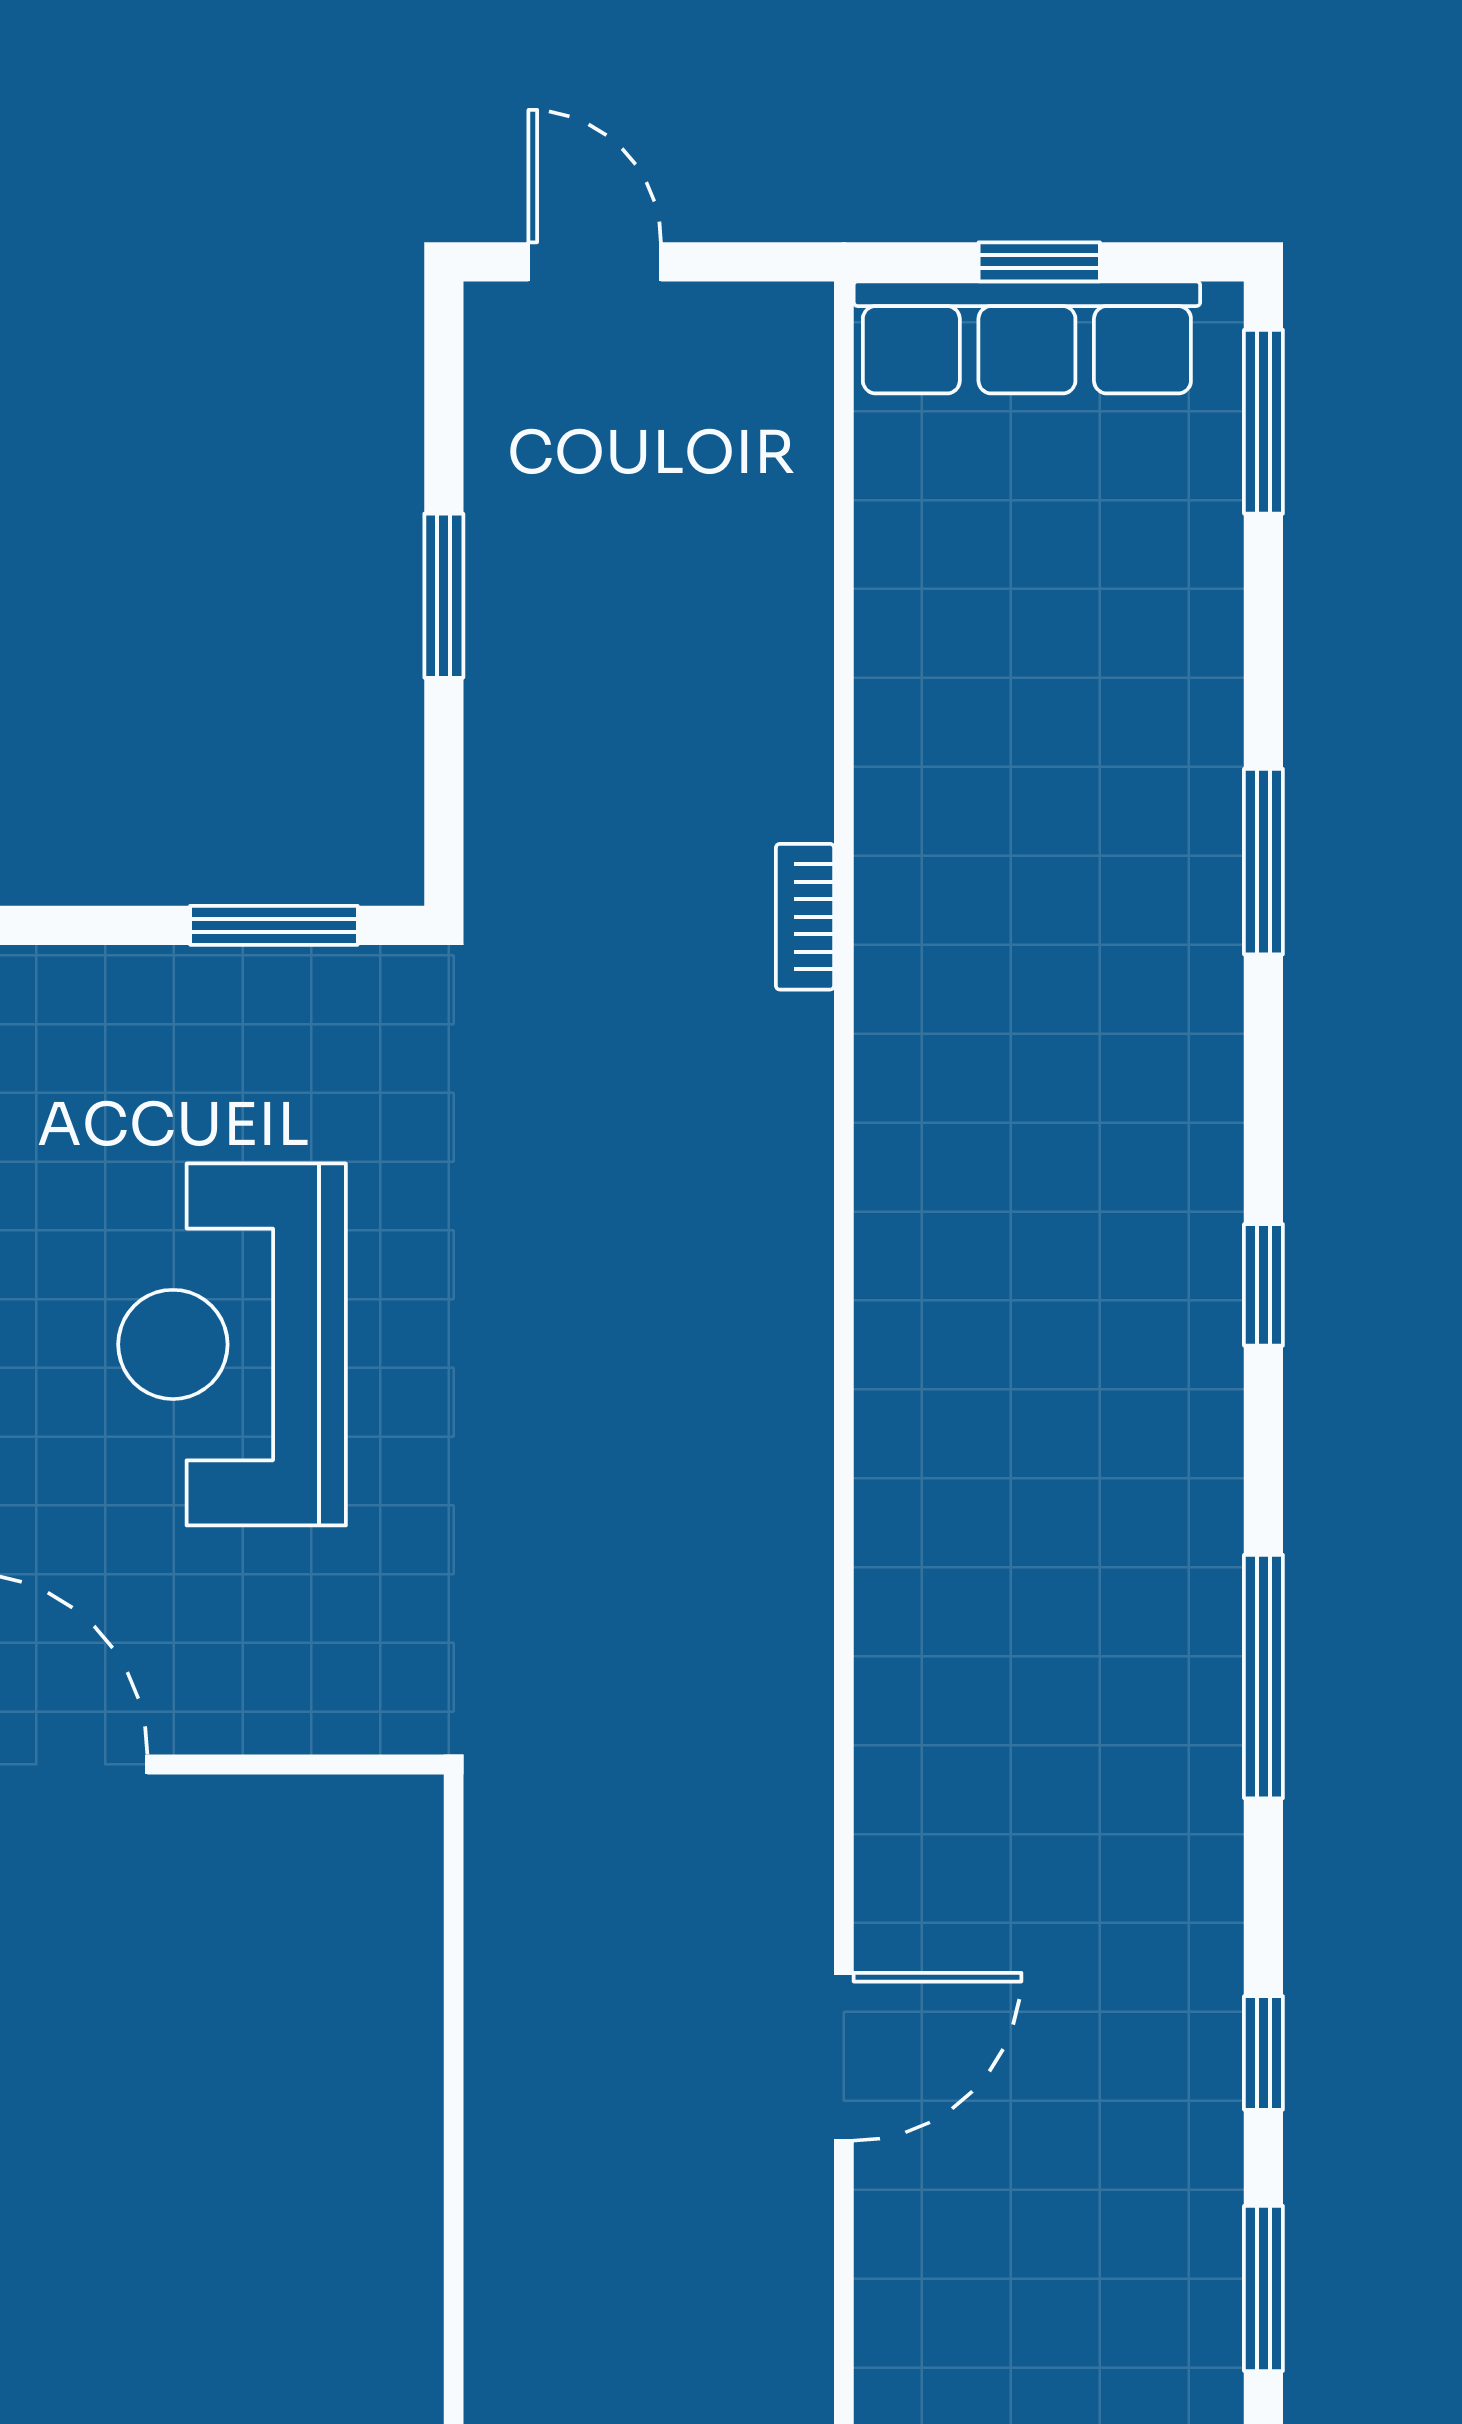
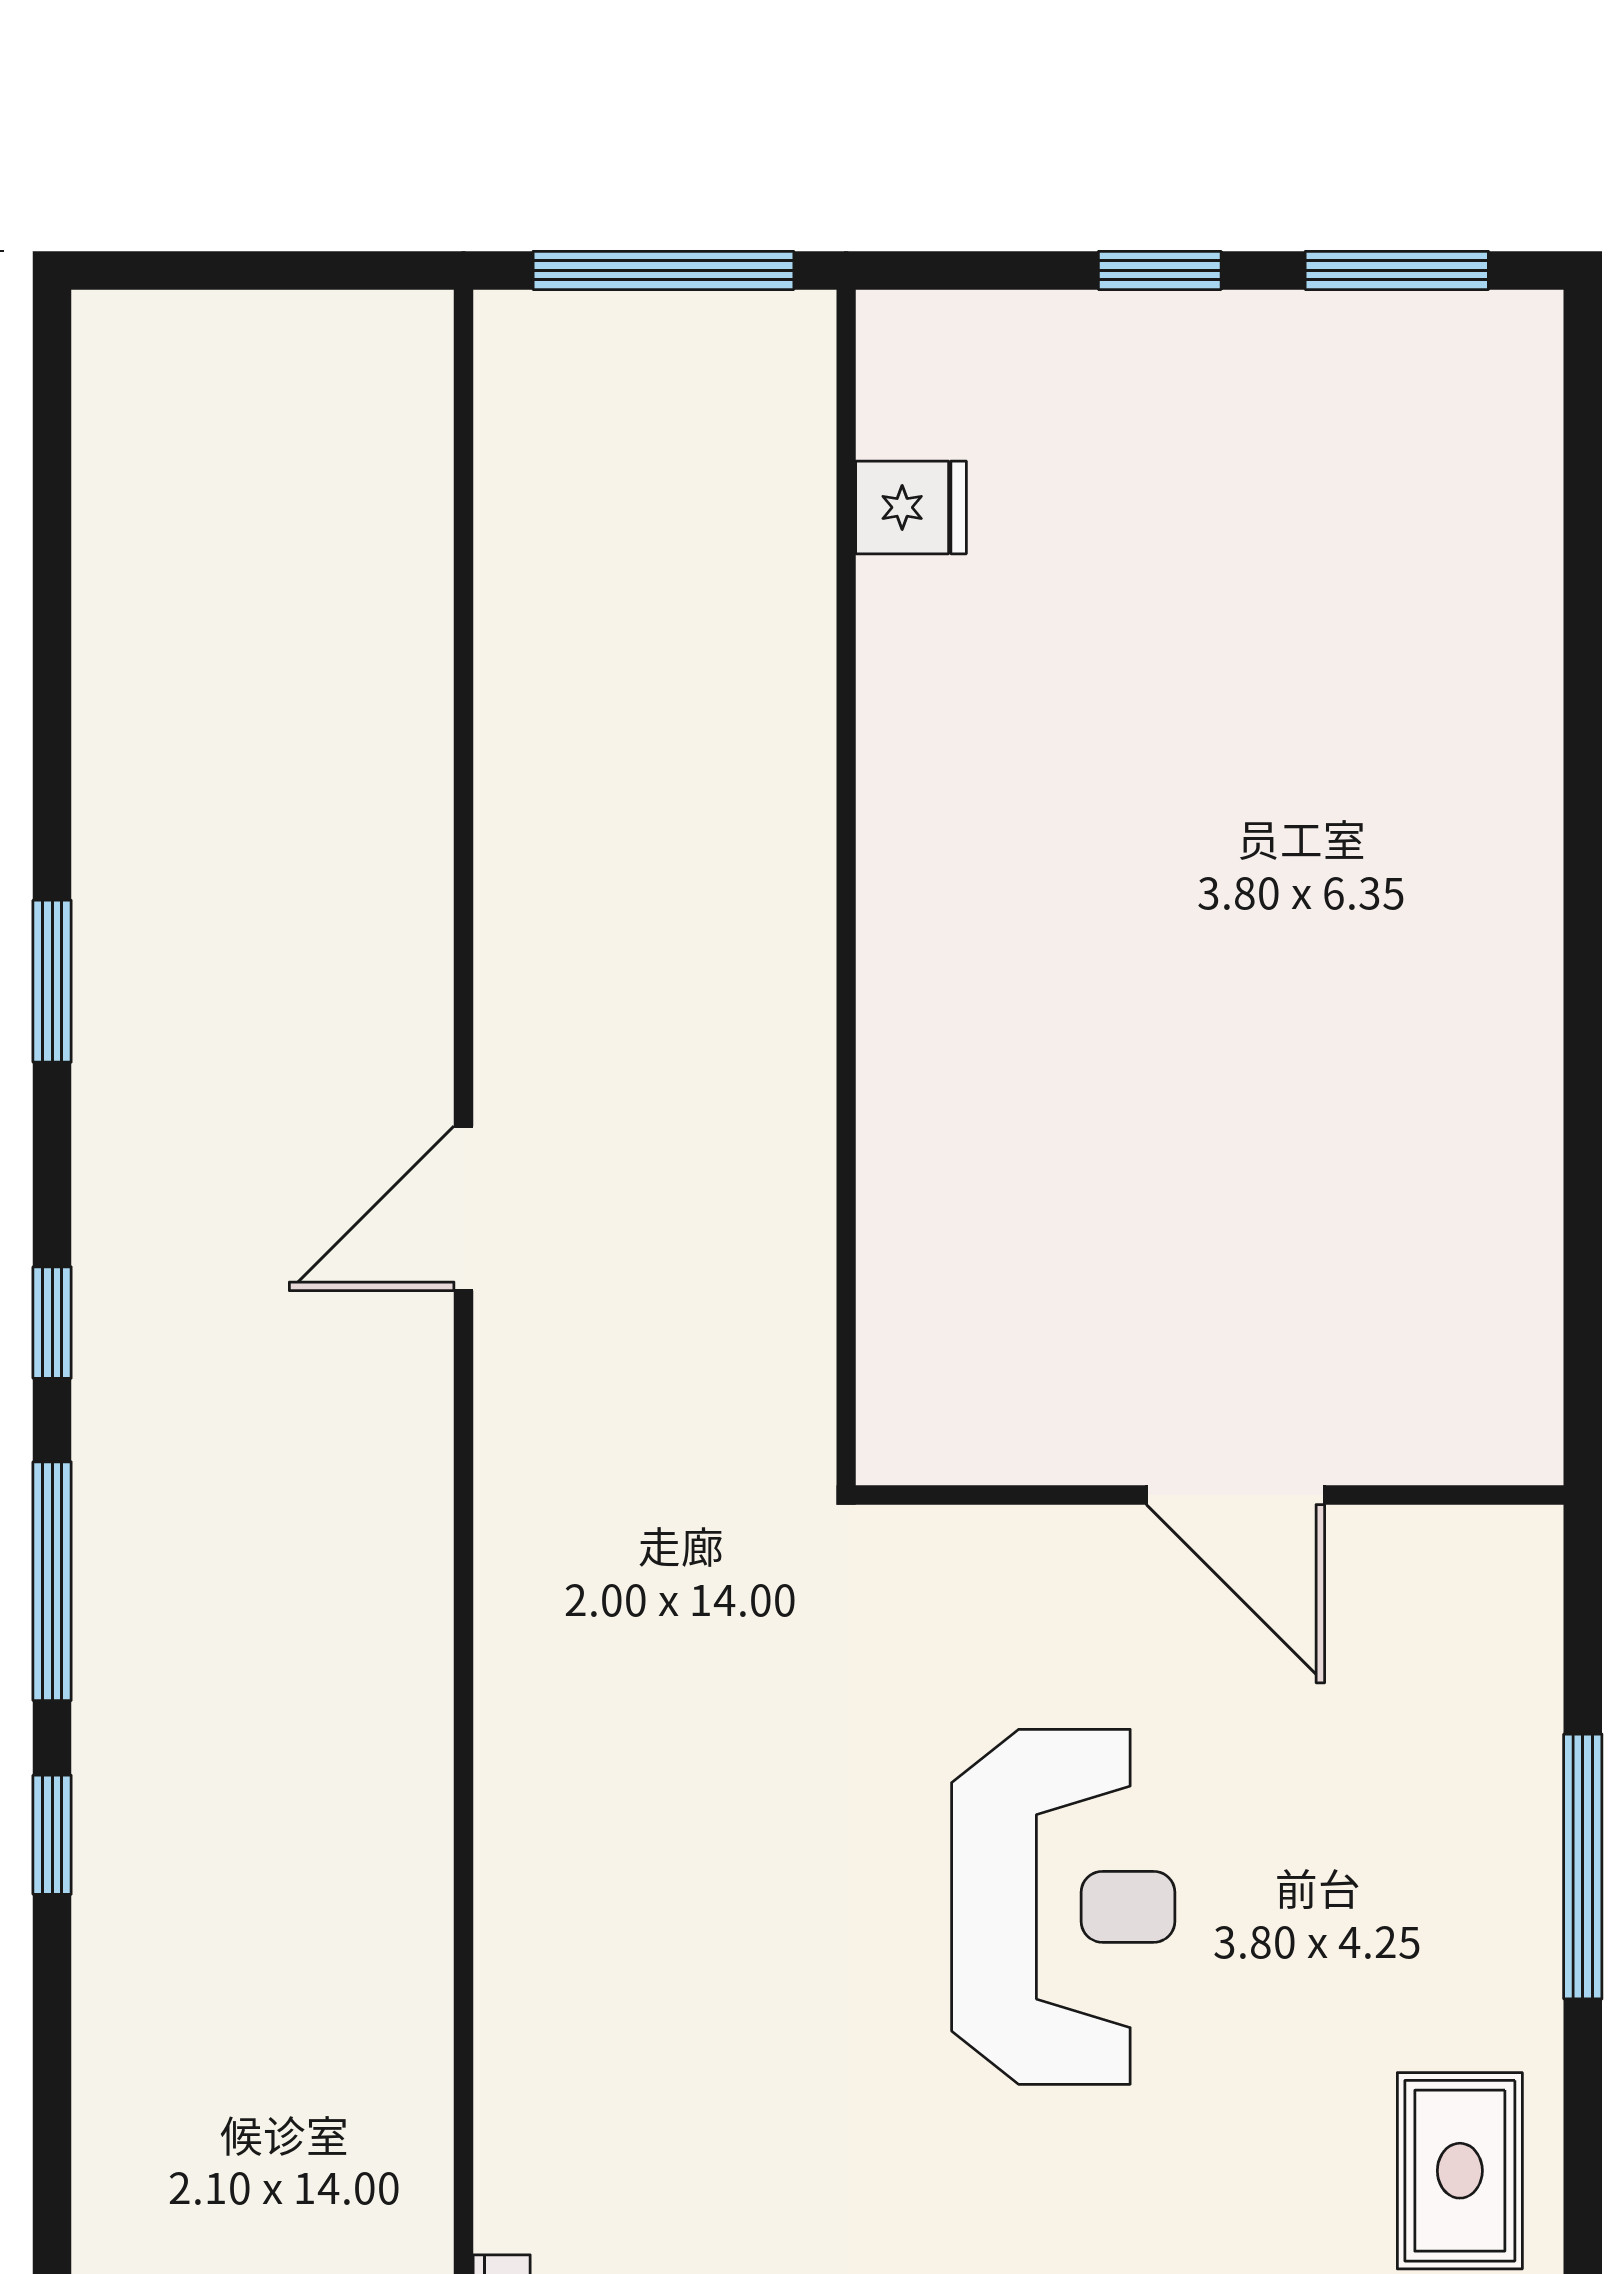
window: (1263, 1285) -> (52, 1835), moved
window: (1263, 2053) -> (52, 1323), moved

